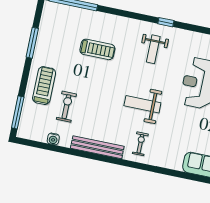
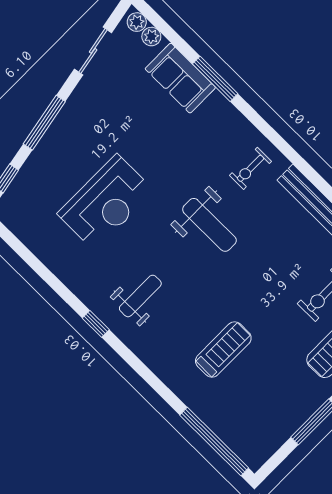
treadmill: (97, 49) -> (223, 349), turned 90
window: (185, 175) -> (215, 79), added

